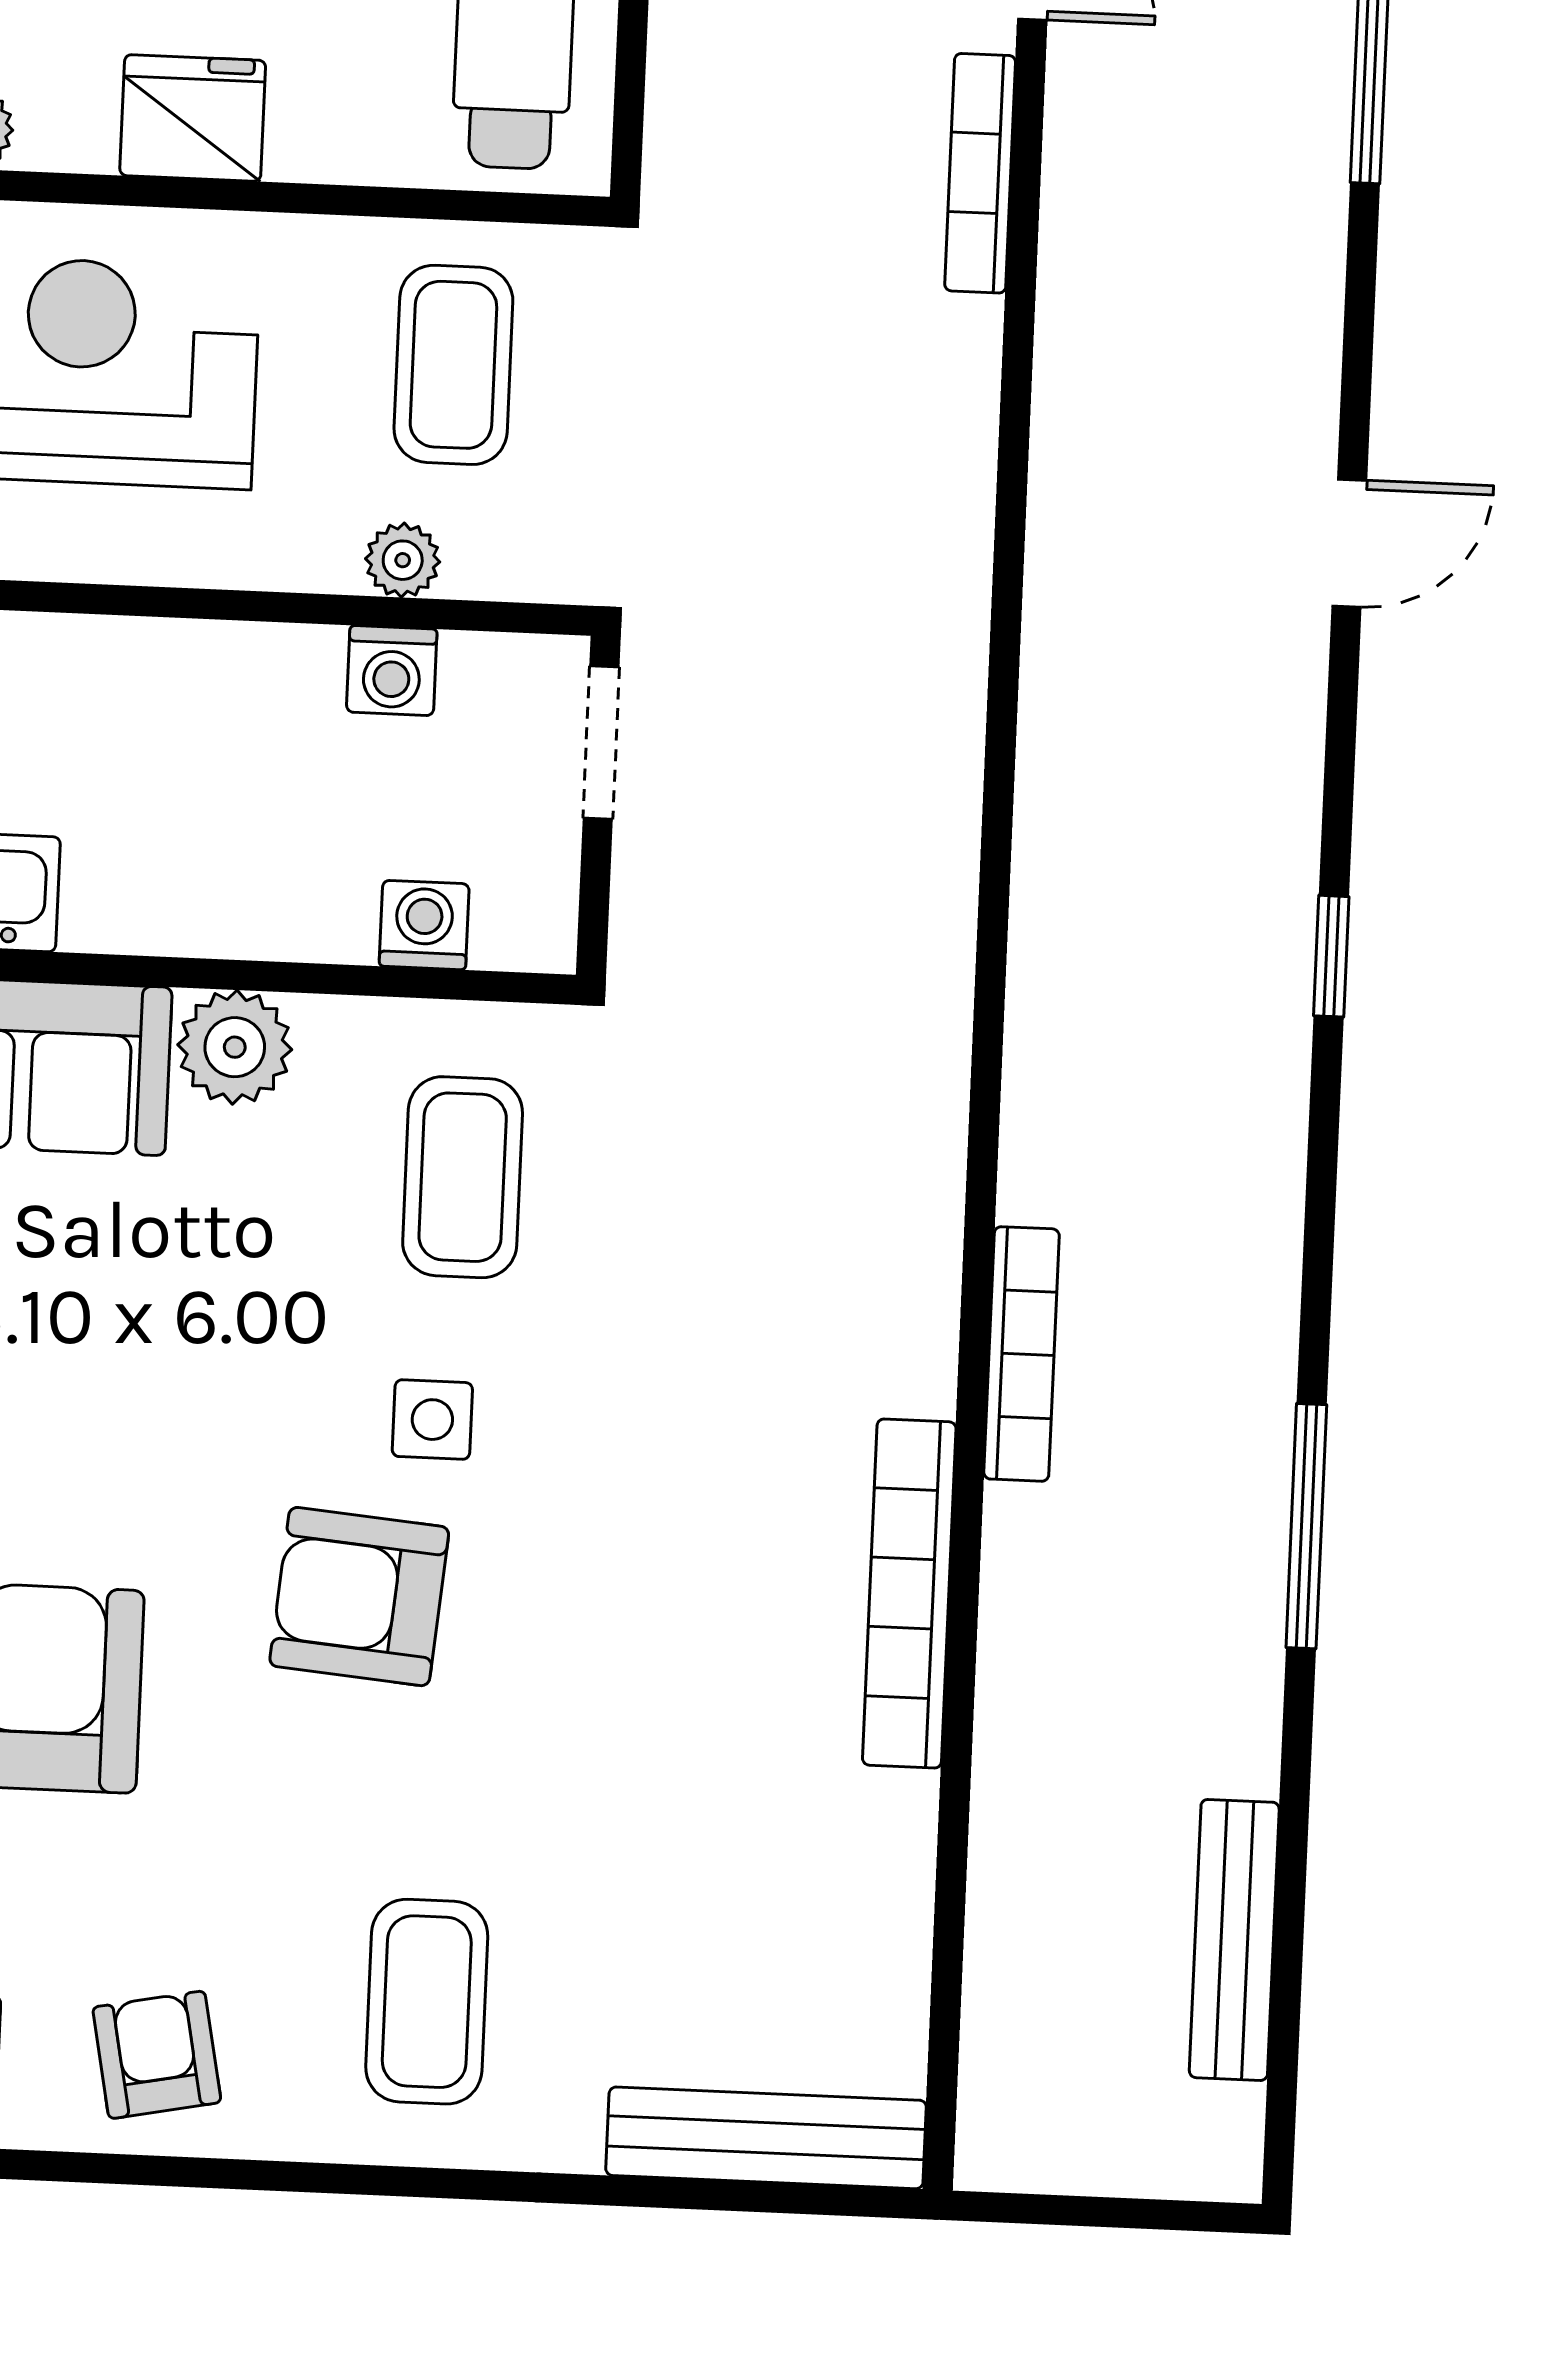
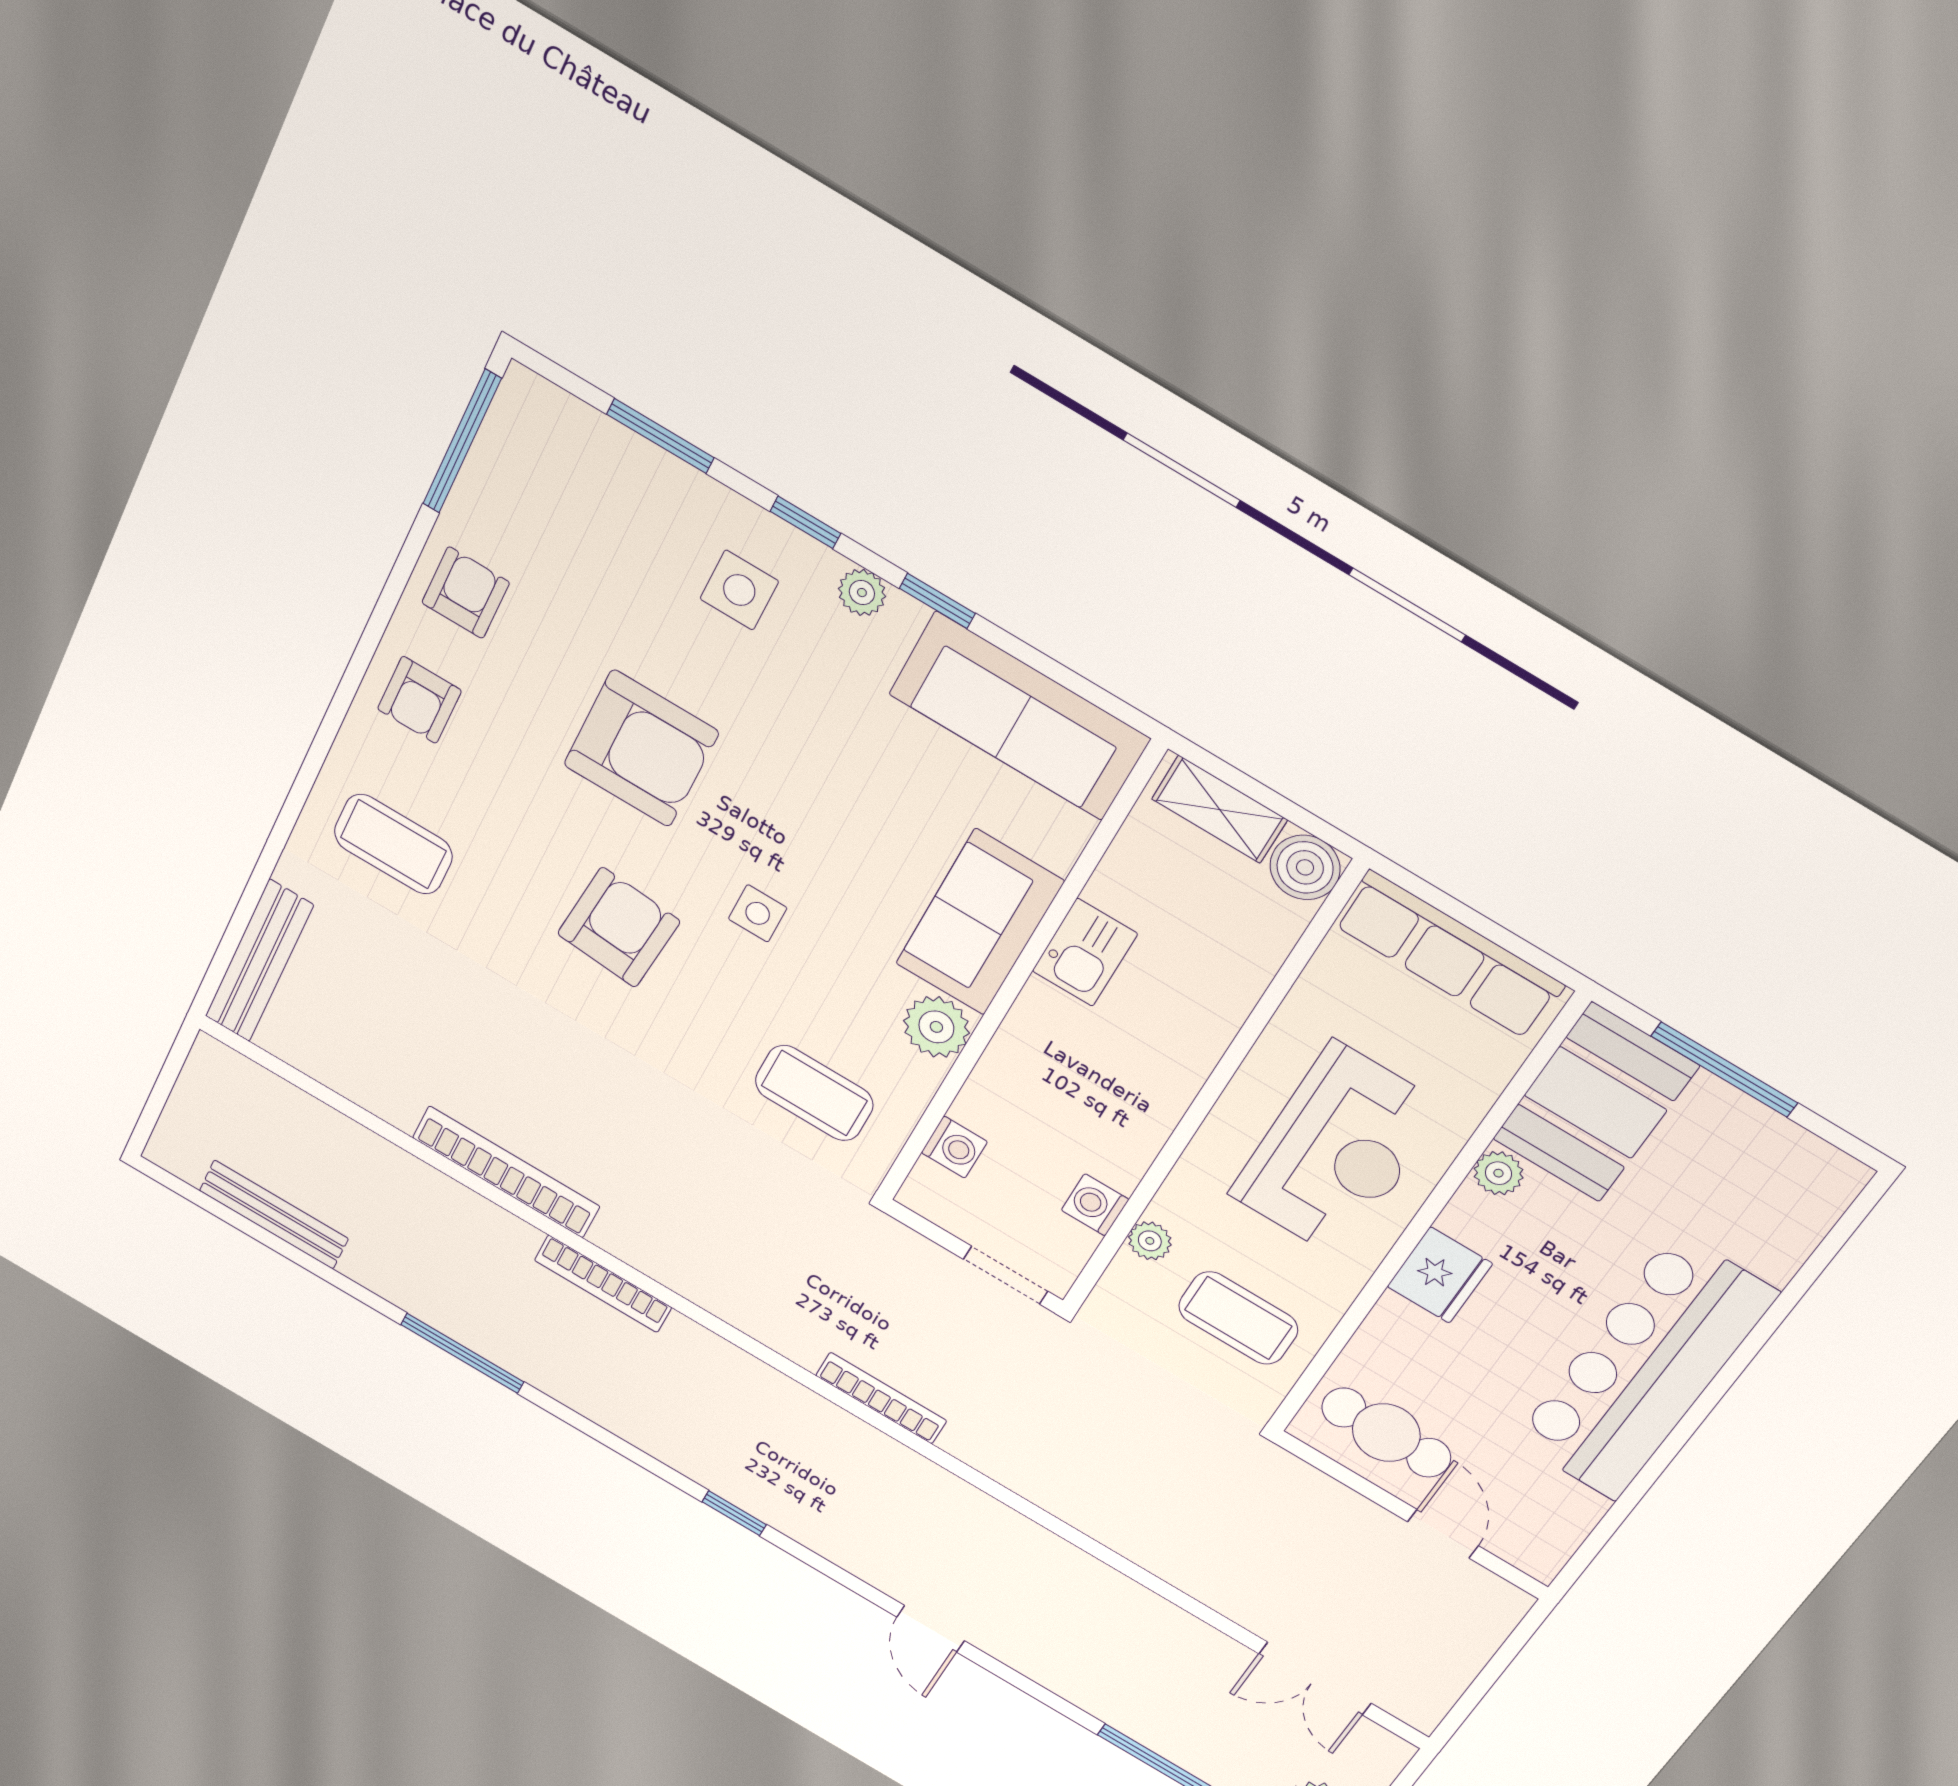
bookcase: (980, 173) -> (881, 1398), moved
side table: (432, 1420) -> (758, 913), moved
armchair: (157, 2055) -> (419, 700), turned 101

